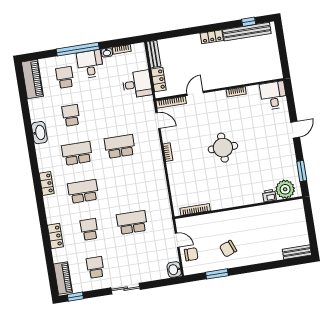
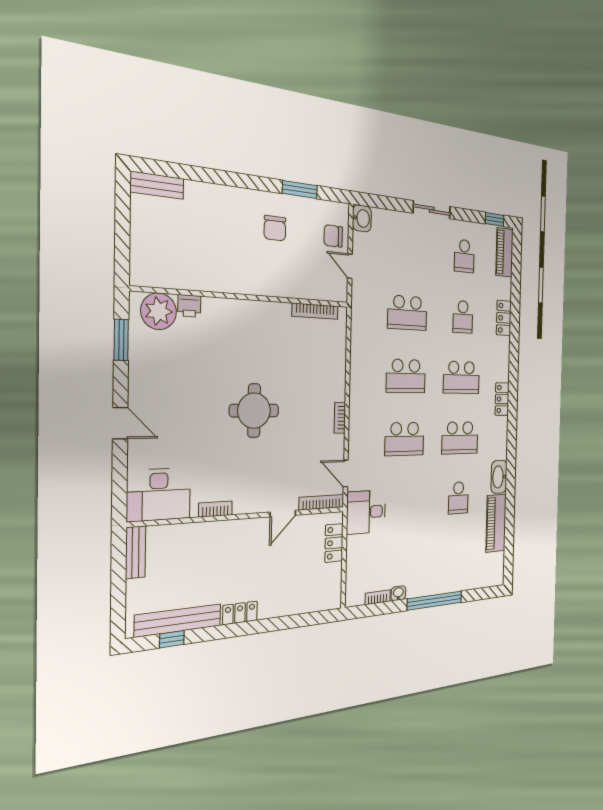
bench: (154, 54) -> (136, 552), moved
desk: (90, 64) -> (423, 576), removed
school desk: (65, 77) -> (406, 376), moved, width x1.85
piano: (32, 79) -> (496, 523), moved
desk: (137, 84) -> (366, 512), moved
desk: (273, 95) -> (159, 495), width x1.37
door: (295, 130) -> (120, 423), swing flipped
chair: (228, 249) -> (275, 228), turned 111

